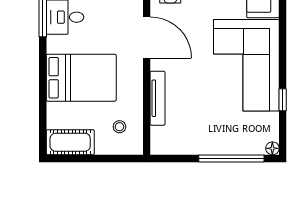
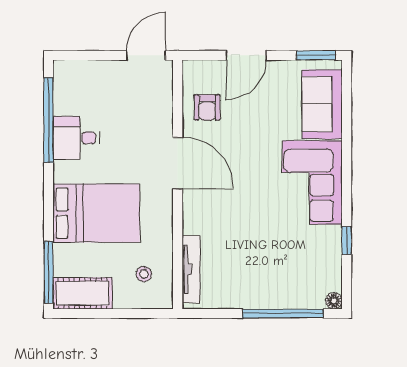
corner sofa: (246, 65) -> (312, 182), width x0.73, depth x0.74
tv unit: (158, 98) -> (191, 269), moved
window: (43, 125) -> (49, 272), added

